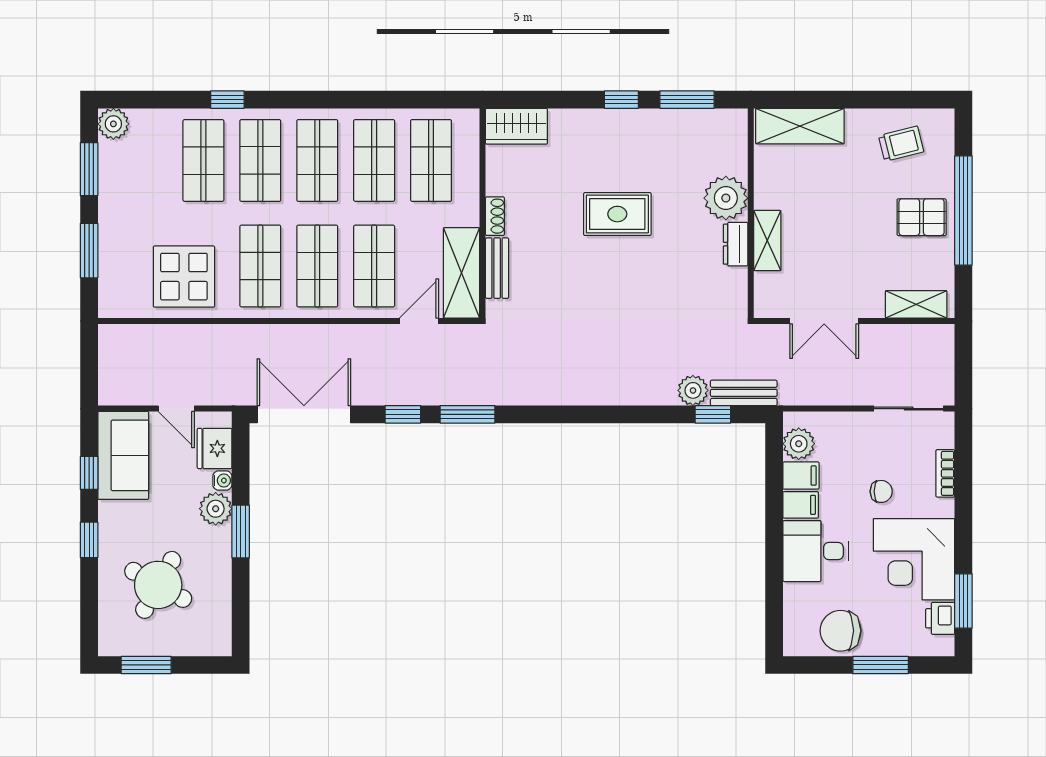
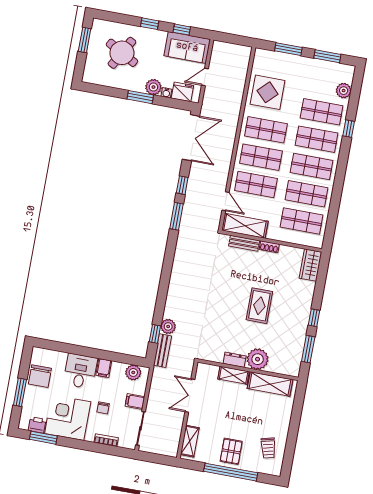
plant: (113, 124) -> (344, 91), moved
shelving: (800, 126) -> (270, 384), moved, turned 90
filing cabinet: (801, 476) -> (135, 402), moved, turned 90
chair: (840, 631) -> (40, 376), turned 180

